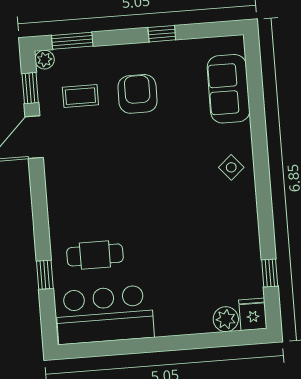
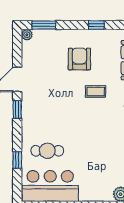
window: (30, 88) -> (17, 110), moved
coffee table: (80, 96) -> (96, 91), moved

